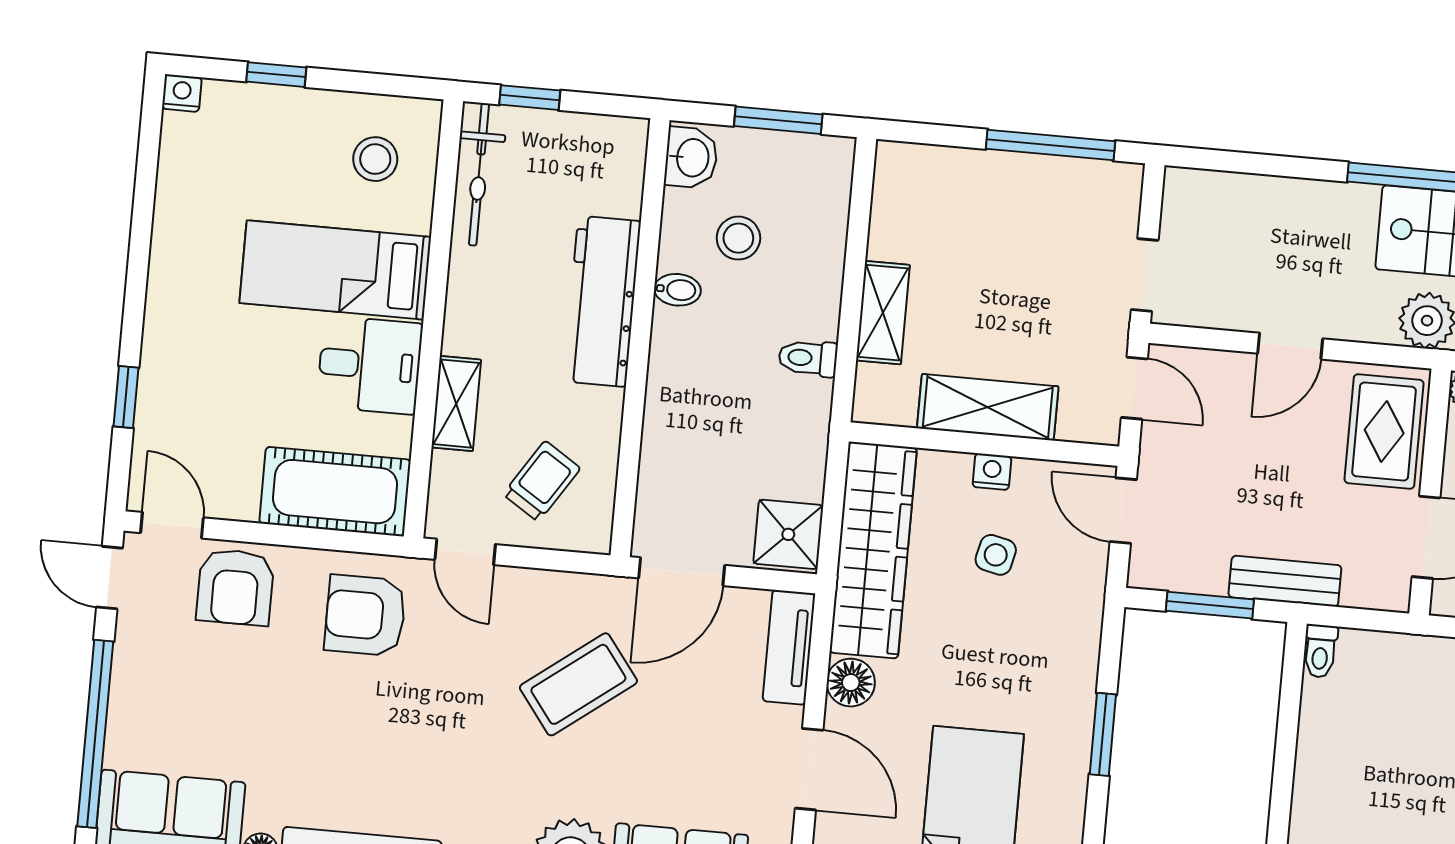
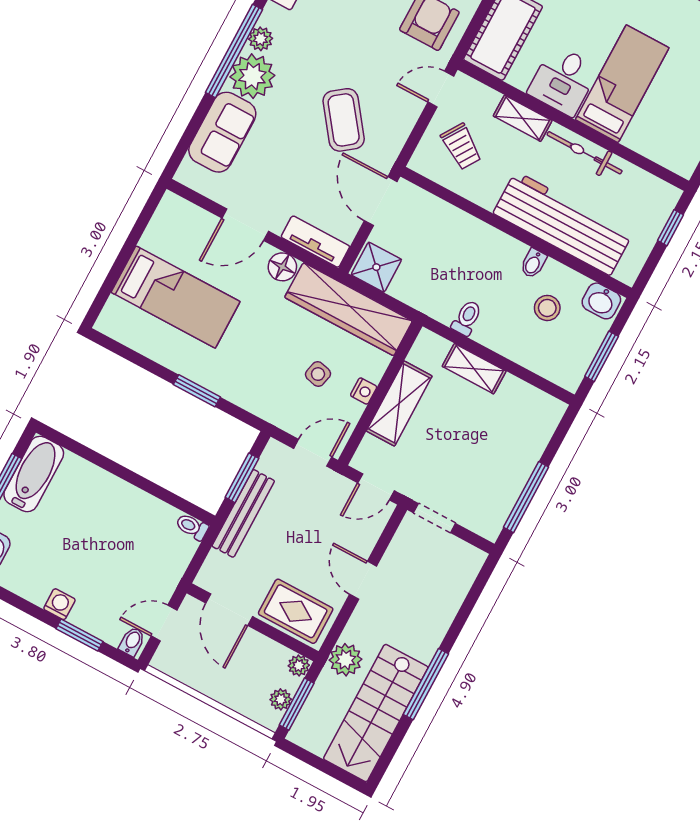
stool: (375, 159) -> (673, 131), removed
bicycle: (479, 174) -> (585, 153), moved
workbench: (602, 301) -> (563, 223), width x1.36, depth x1.32
bench: (1285, 581) -> (243, 513), width x1.36

